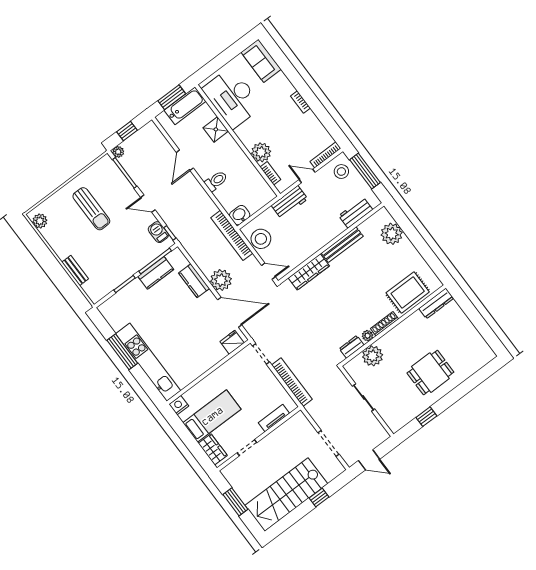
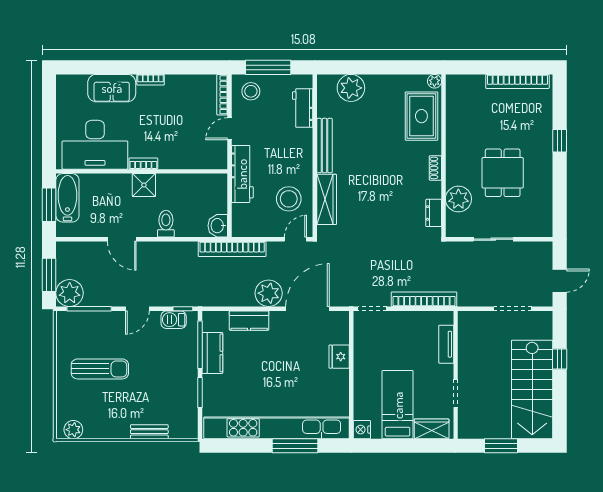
sofa: (261, 61) -> (112, 88), moved
shower: (216, 129) -> (144, 185), moved
window: (127, 131) -> (49, 275), width x1.50
plant: (118, 152) -> (70, 293), width x1.87, depth x1.87
plant: (261, 152) -> (171, 157), removed
bookcase: (270, 173) -> (143, 164), moved
workbench: (289, 202) -> (242, 174), width x1.38
stool: (261, 239) -> (289, 199), moved
dresser: (436, 303) -> (454, 96), removed
shoe rack: (385, 324) -> (435, 168), width x0.70
plant: (368, 336) -> (434, 81), moved
bookcase: (476, 337) -> (517, 81), added
fridge: (232, 342) -> (339, 357), moved
window: (122, 352) -> (295, 446), moved
kitchen unit: (148, 362) -> (277, 428), width x1.36
dining table: (430, 373) -> (503, 173), moved
window: (426, 417) -> (560, 141), moved

